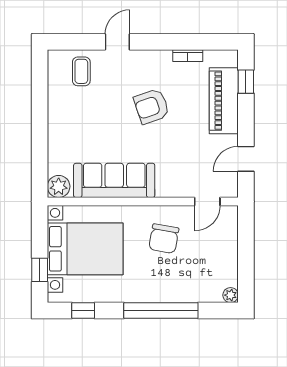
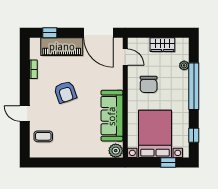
door: (246, 159) -> (98, 33), width x1.87
chair: (164, 239) -> (149, 84), turned 80
wardrobe: (227, 261) -> (162, 45), added
plant: (231, 295) -> (184, 65), moved

